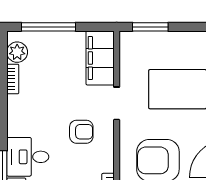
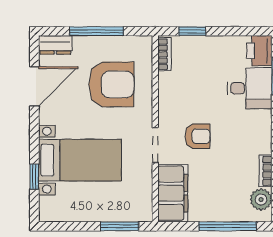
armchair: (81, 132) -> (198, 136), moved, turned 180

